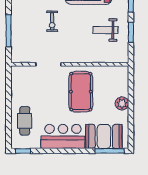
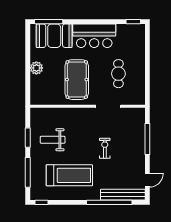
weight bench: (105, 30) -> (53, 140), turned 180
cafe table: (25, 121) -> (118, 74), moved

